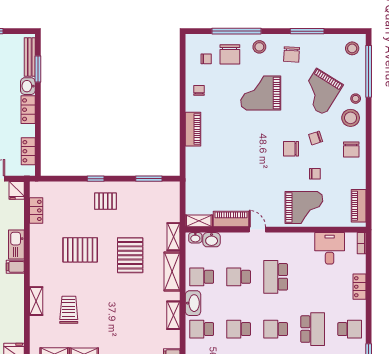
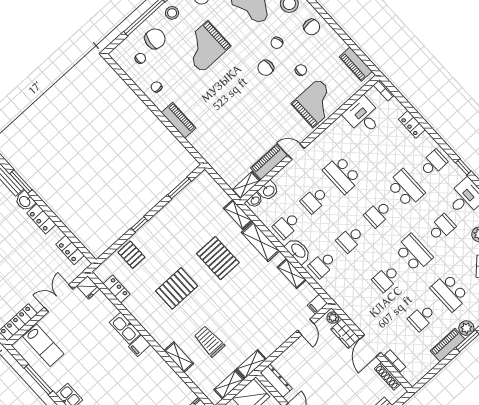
chair: (230, 54) -> (155, 39), turned -82
pallet: (105, 201) -> (131, 255), moved, turned 90

